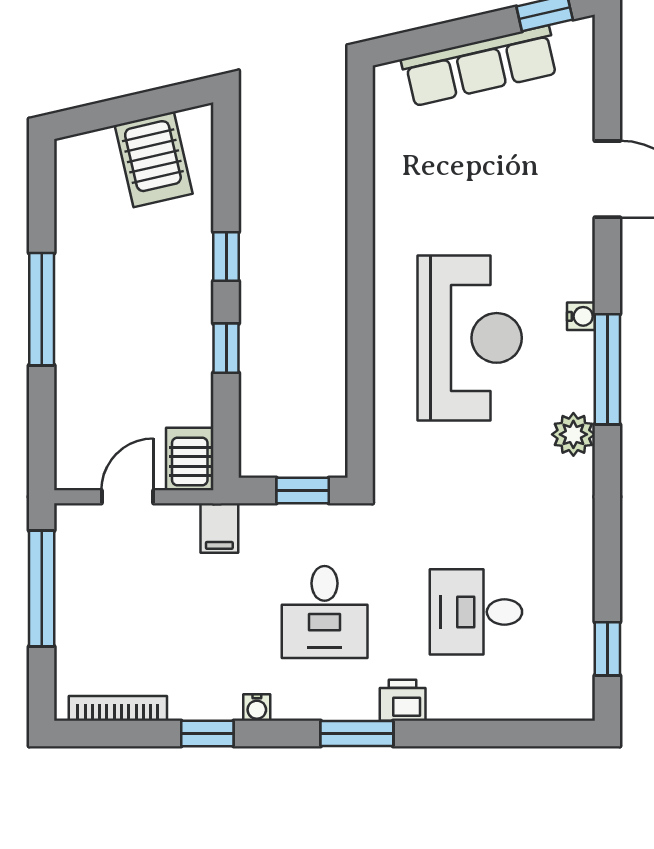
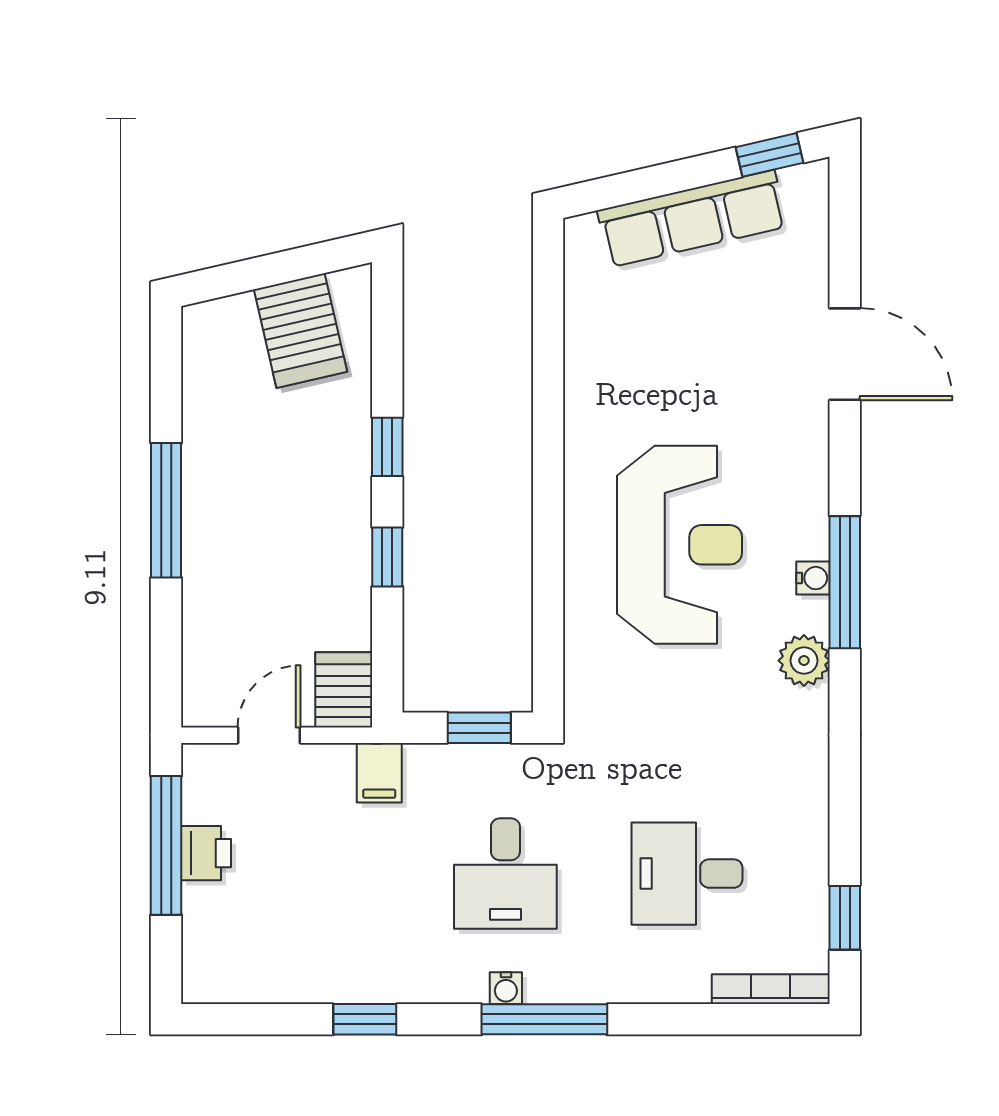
water cooler: (581, 316) -> (813, 578), moved
printer: (403, 700) -> (206, 853), moved, turned 90
bookcase: (118, 708) -> (771, 989), moved
water cooler: (257, 708) -> (506, 988), moved
window: (357, 733) -> (544, 1019), width x1.44

